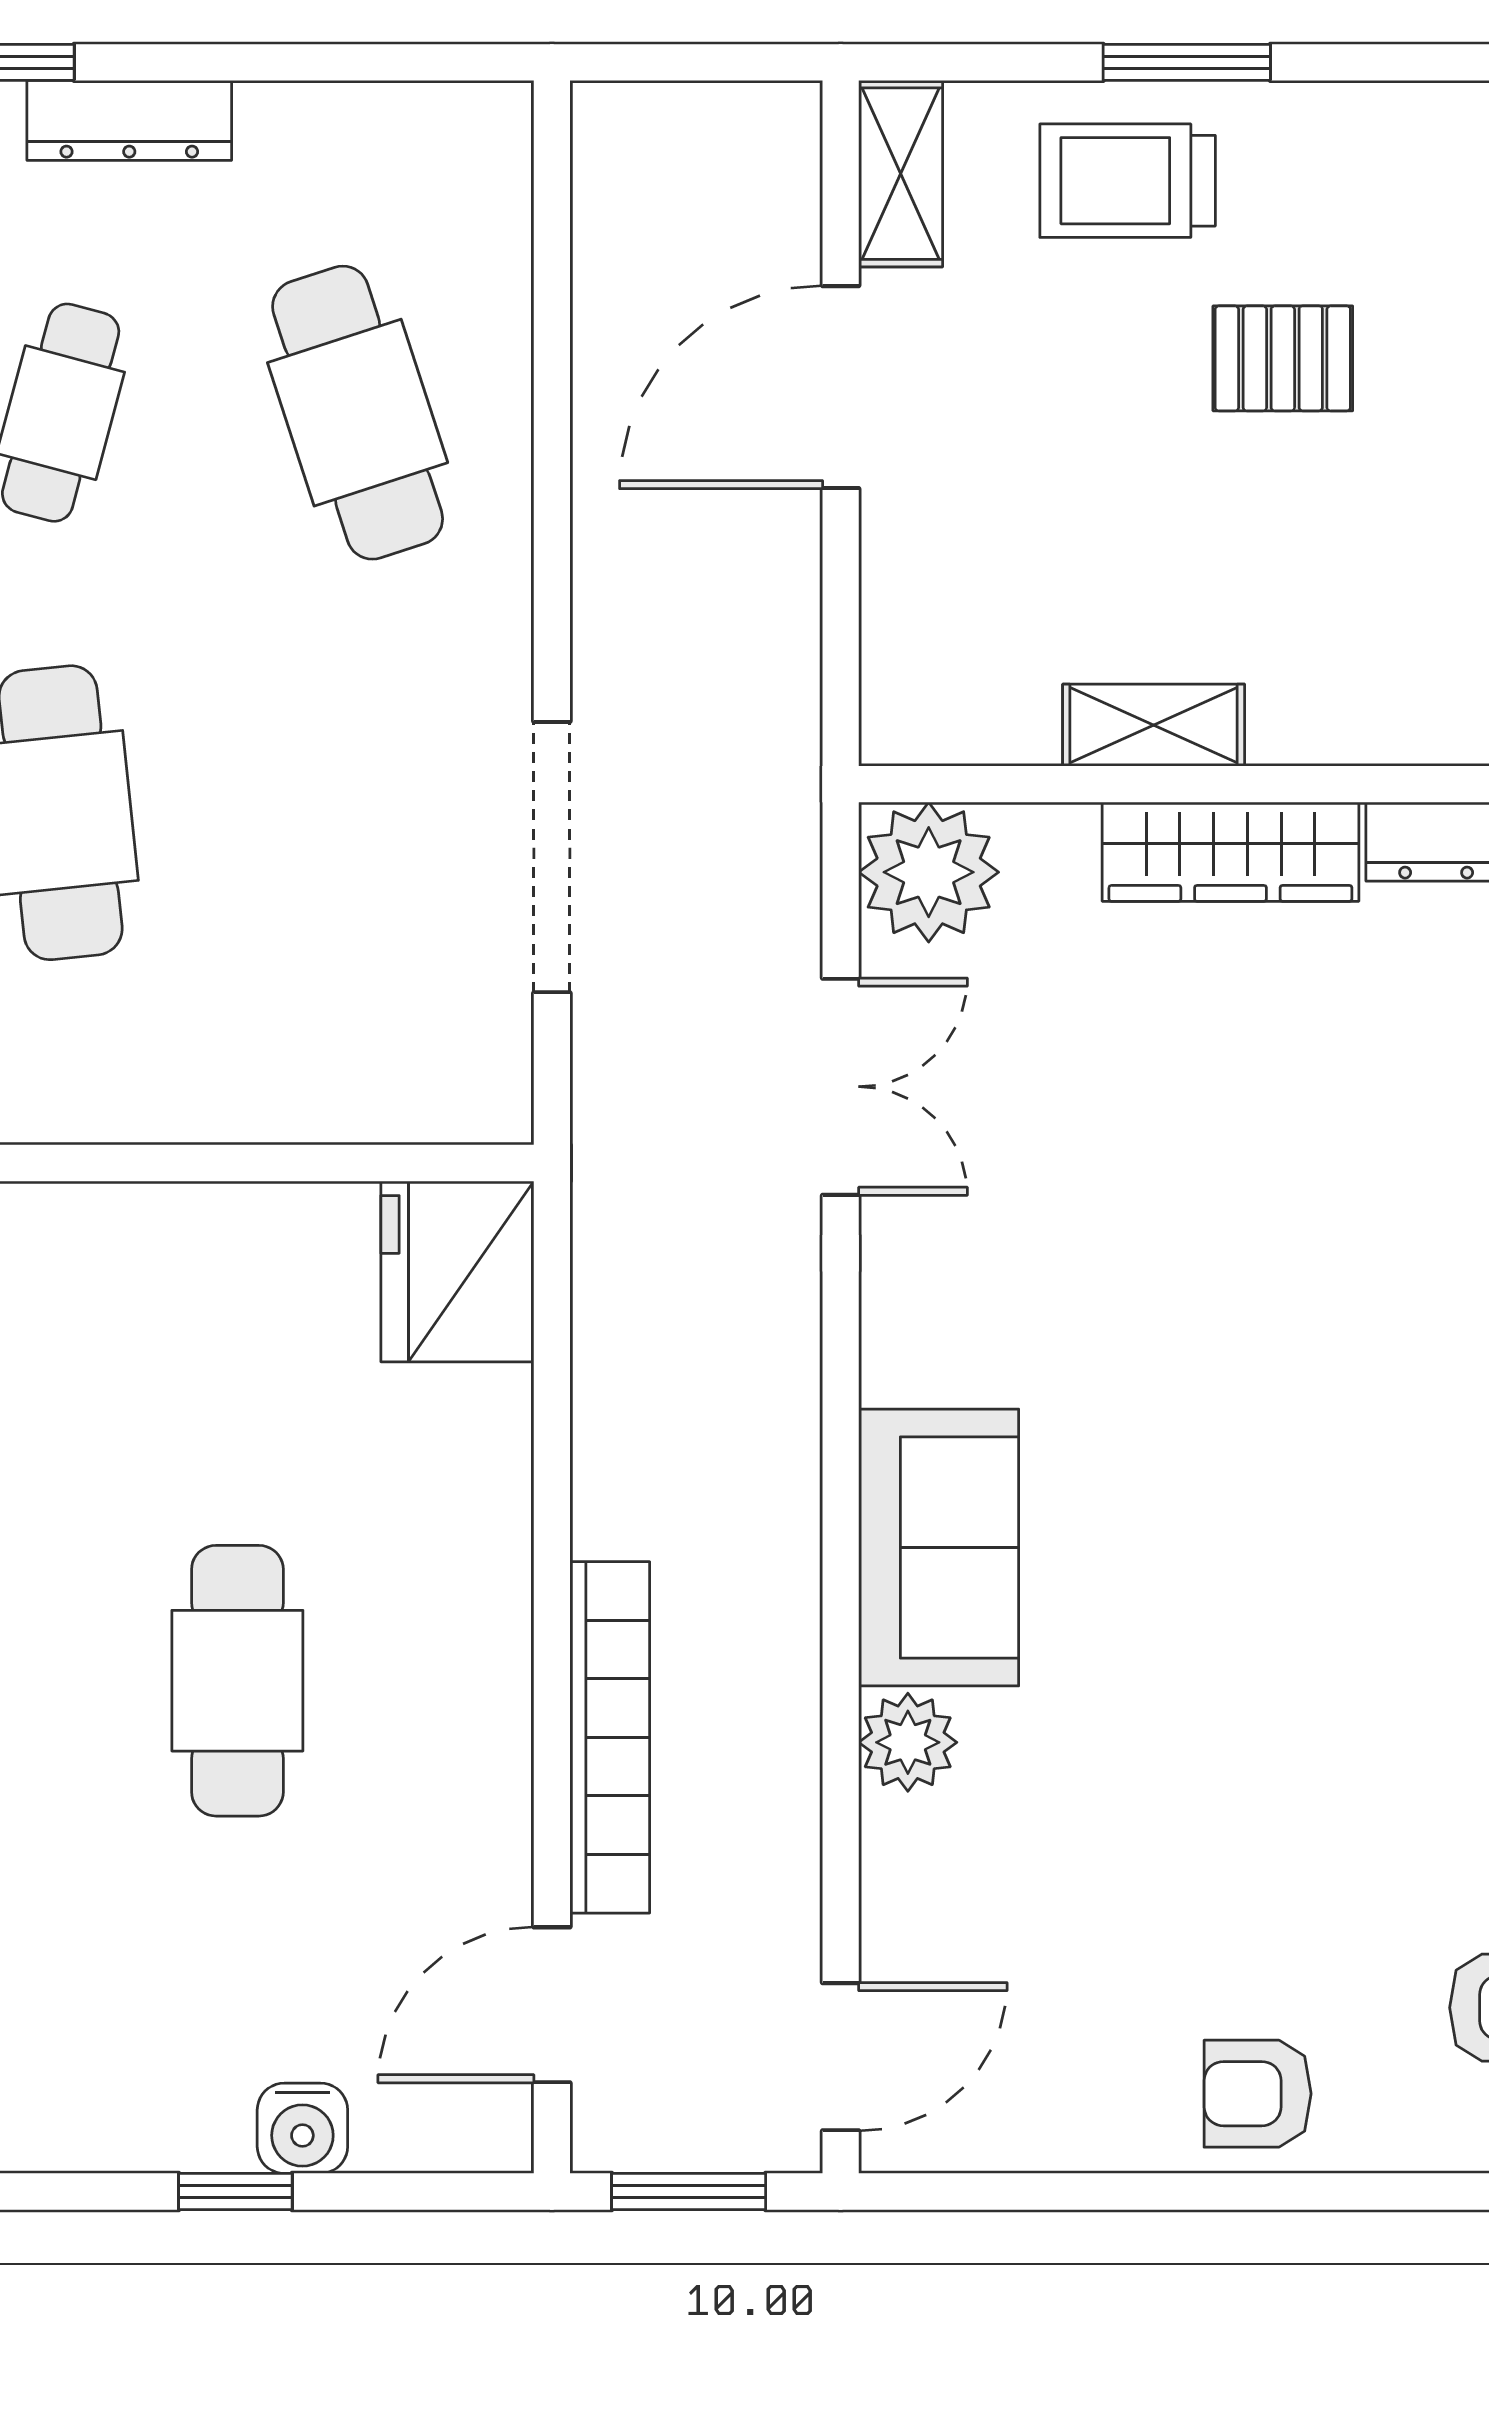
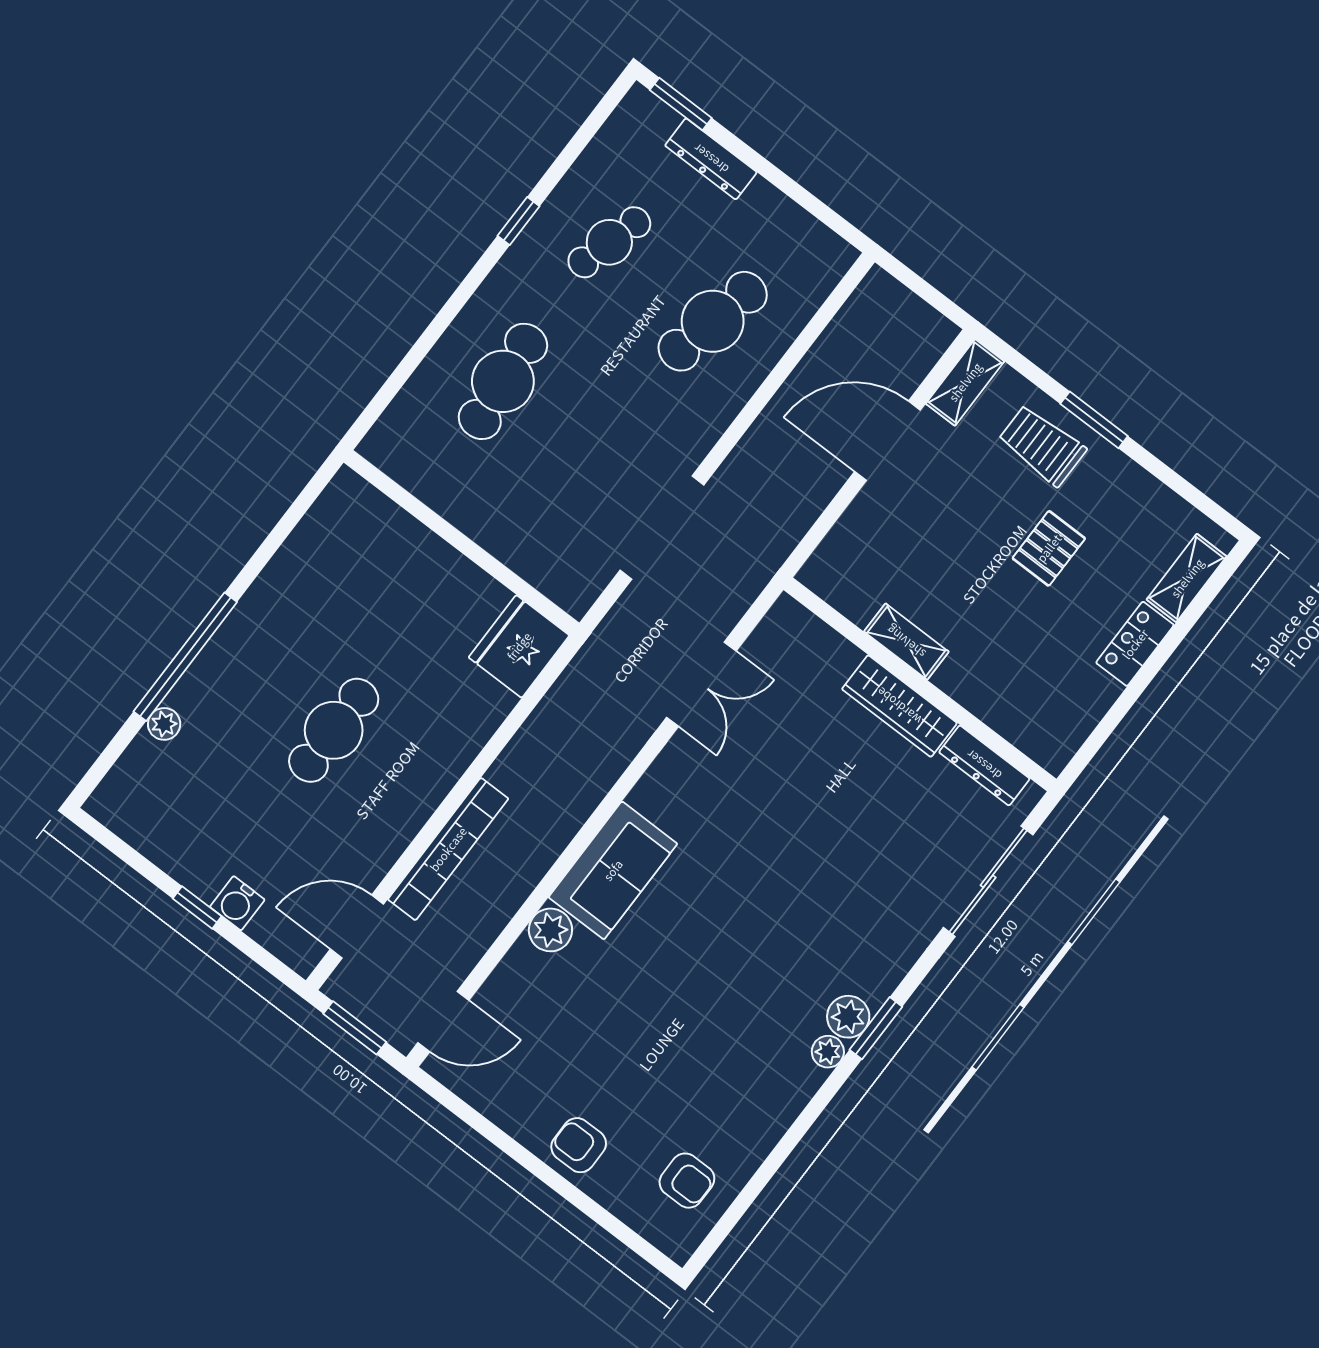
pallet: (1283, 358) -> (1049, 548), turned 90
cafe table: (358, 413) -> (713, 321), turned 30
plant: (929, 872) -> (789, 633), removed

